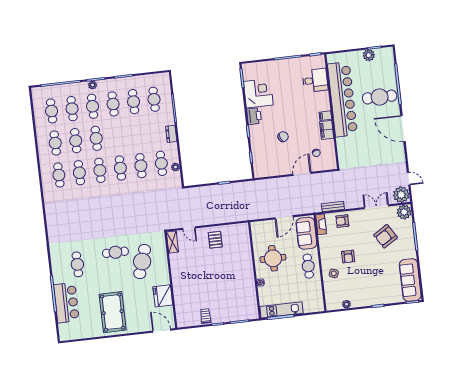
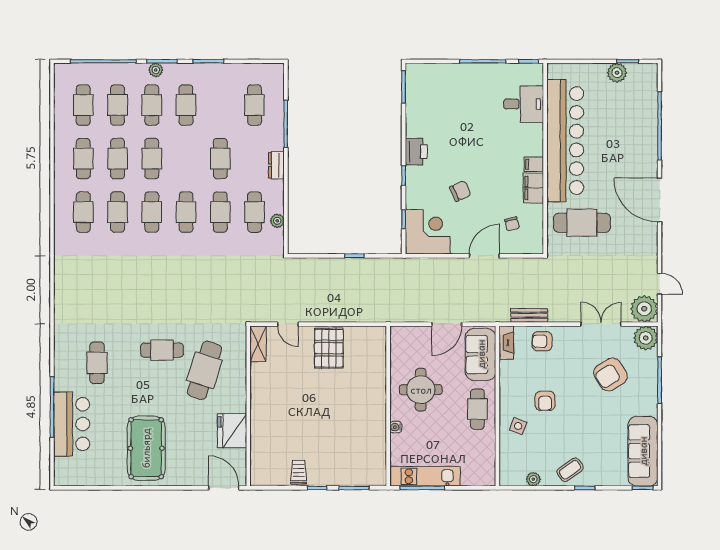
corner desk: (258, 93) -> (428, 232), moved
cafe table: (380, 97) -> (582, 223), moved
cafe table: (134, 102) -> (220, 159), moved
pallet: (215, 240) -> (329, 348), width x1.50, depth x1.42
coffee table: (368, 296) -> (570, 470), added

